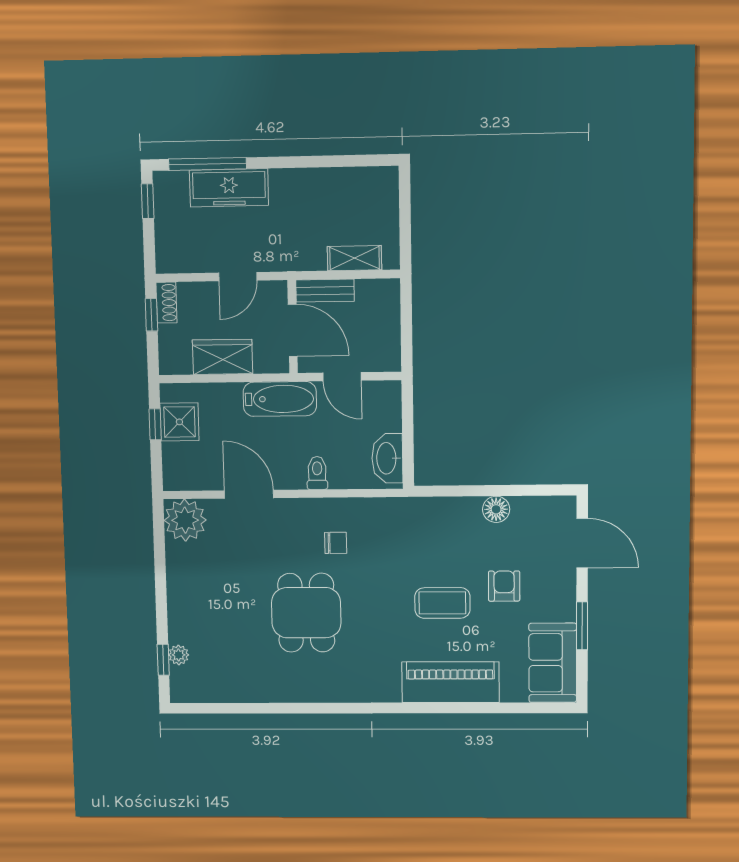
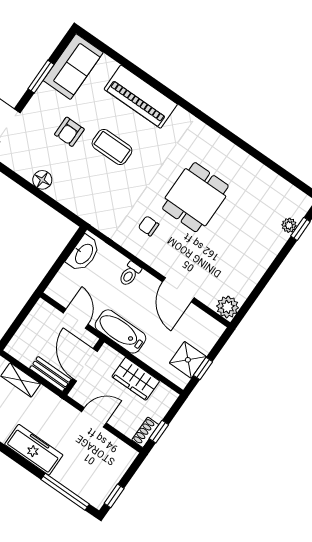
freezer: (229, 188) -> (34, 450), moved
plant: (185, 520) -> (228, 307), width x0.73, depth x0.73

